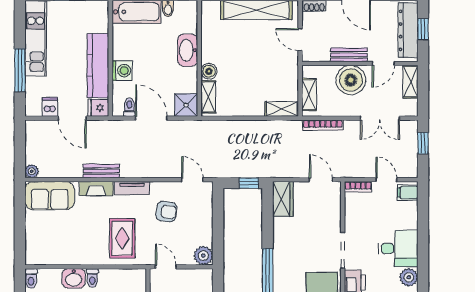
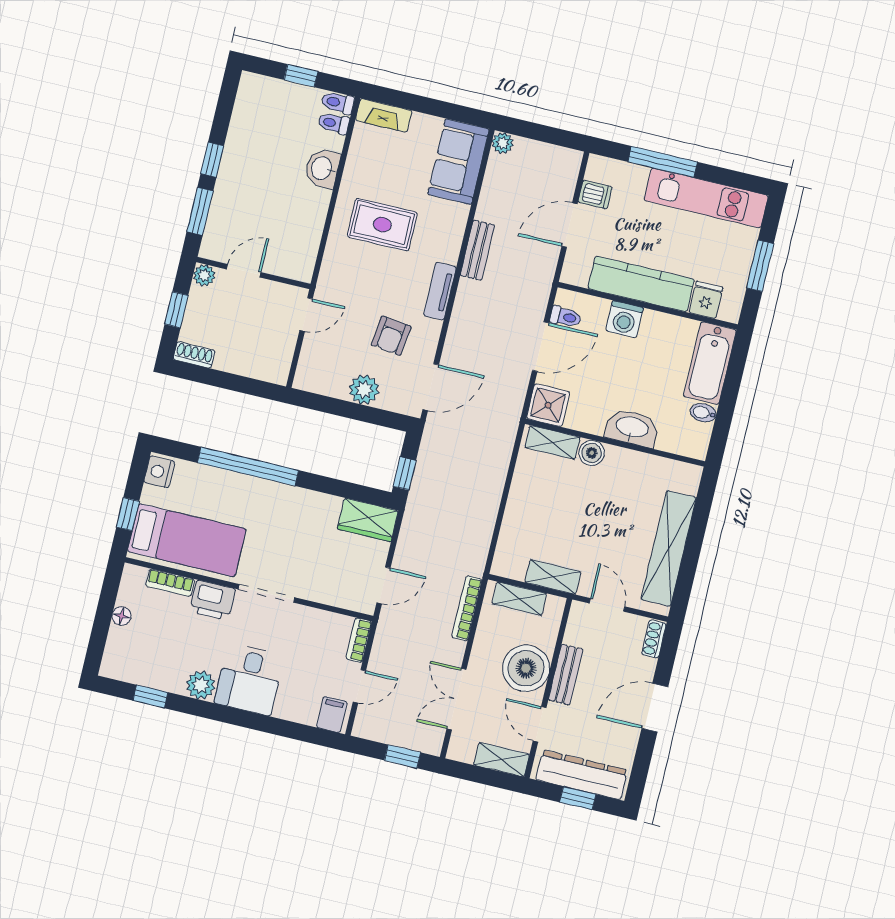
door: (300, 40) -> (607, 605), hinge flipped
fridge: (98, 108) -> (706, 300), moved
shelving: (282, 109) -> (553, 577), moved, turned 90
door: (192, 180) -> (431, 387), width x1.38
fireplace: (96, 189) -> (384, 115), moved, turned -90
rug: (122, 238) -> (382, 225), moved
plant: (203, 256) -> (364, 390), moved
toilet: (92, 278) -> (334, 123), moved

